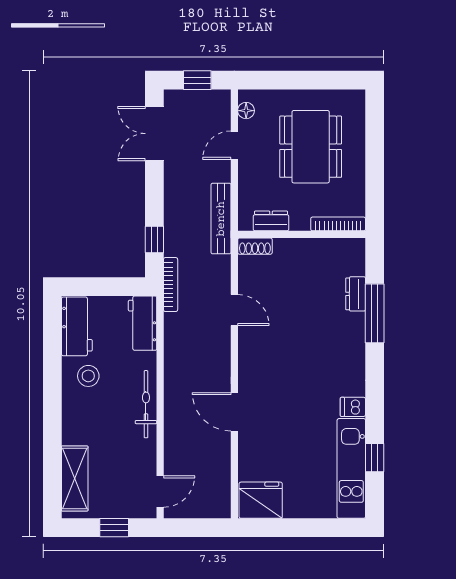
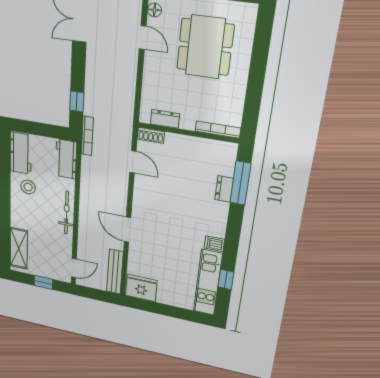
door: (234, 145) -> (143, 37), swing flipped
bench: (221, 219) -> (115, 272), moved
dresser: (271, 221) -> (165, 119), moved
bookcase: (338, 224) -> (218, 130), moved
wall: (302, 234) -> (188, 133), moved
shoe rack: (255, 246) -> (151, 135), moved
dresser: (356, 294) -> (224, 189), moved

